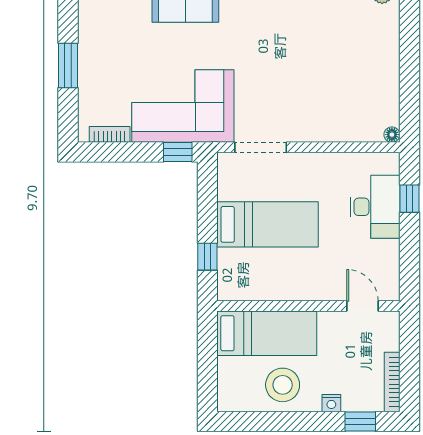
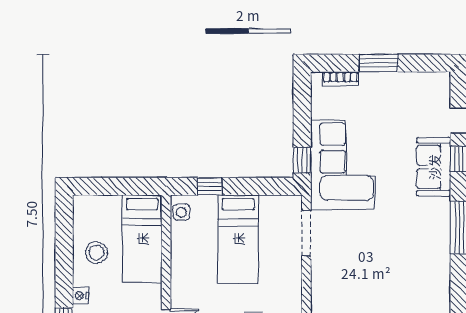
bookcase: (110, 134) -> (340, 79), moved, turned 90
side table: (237, 289) -> (181, 212), added
stool: (283, 385) -> (96, 253), width x0.73, depth x0.73

